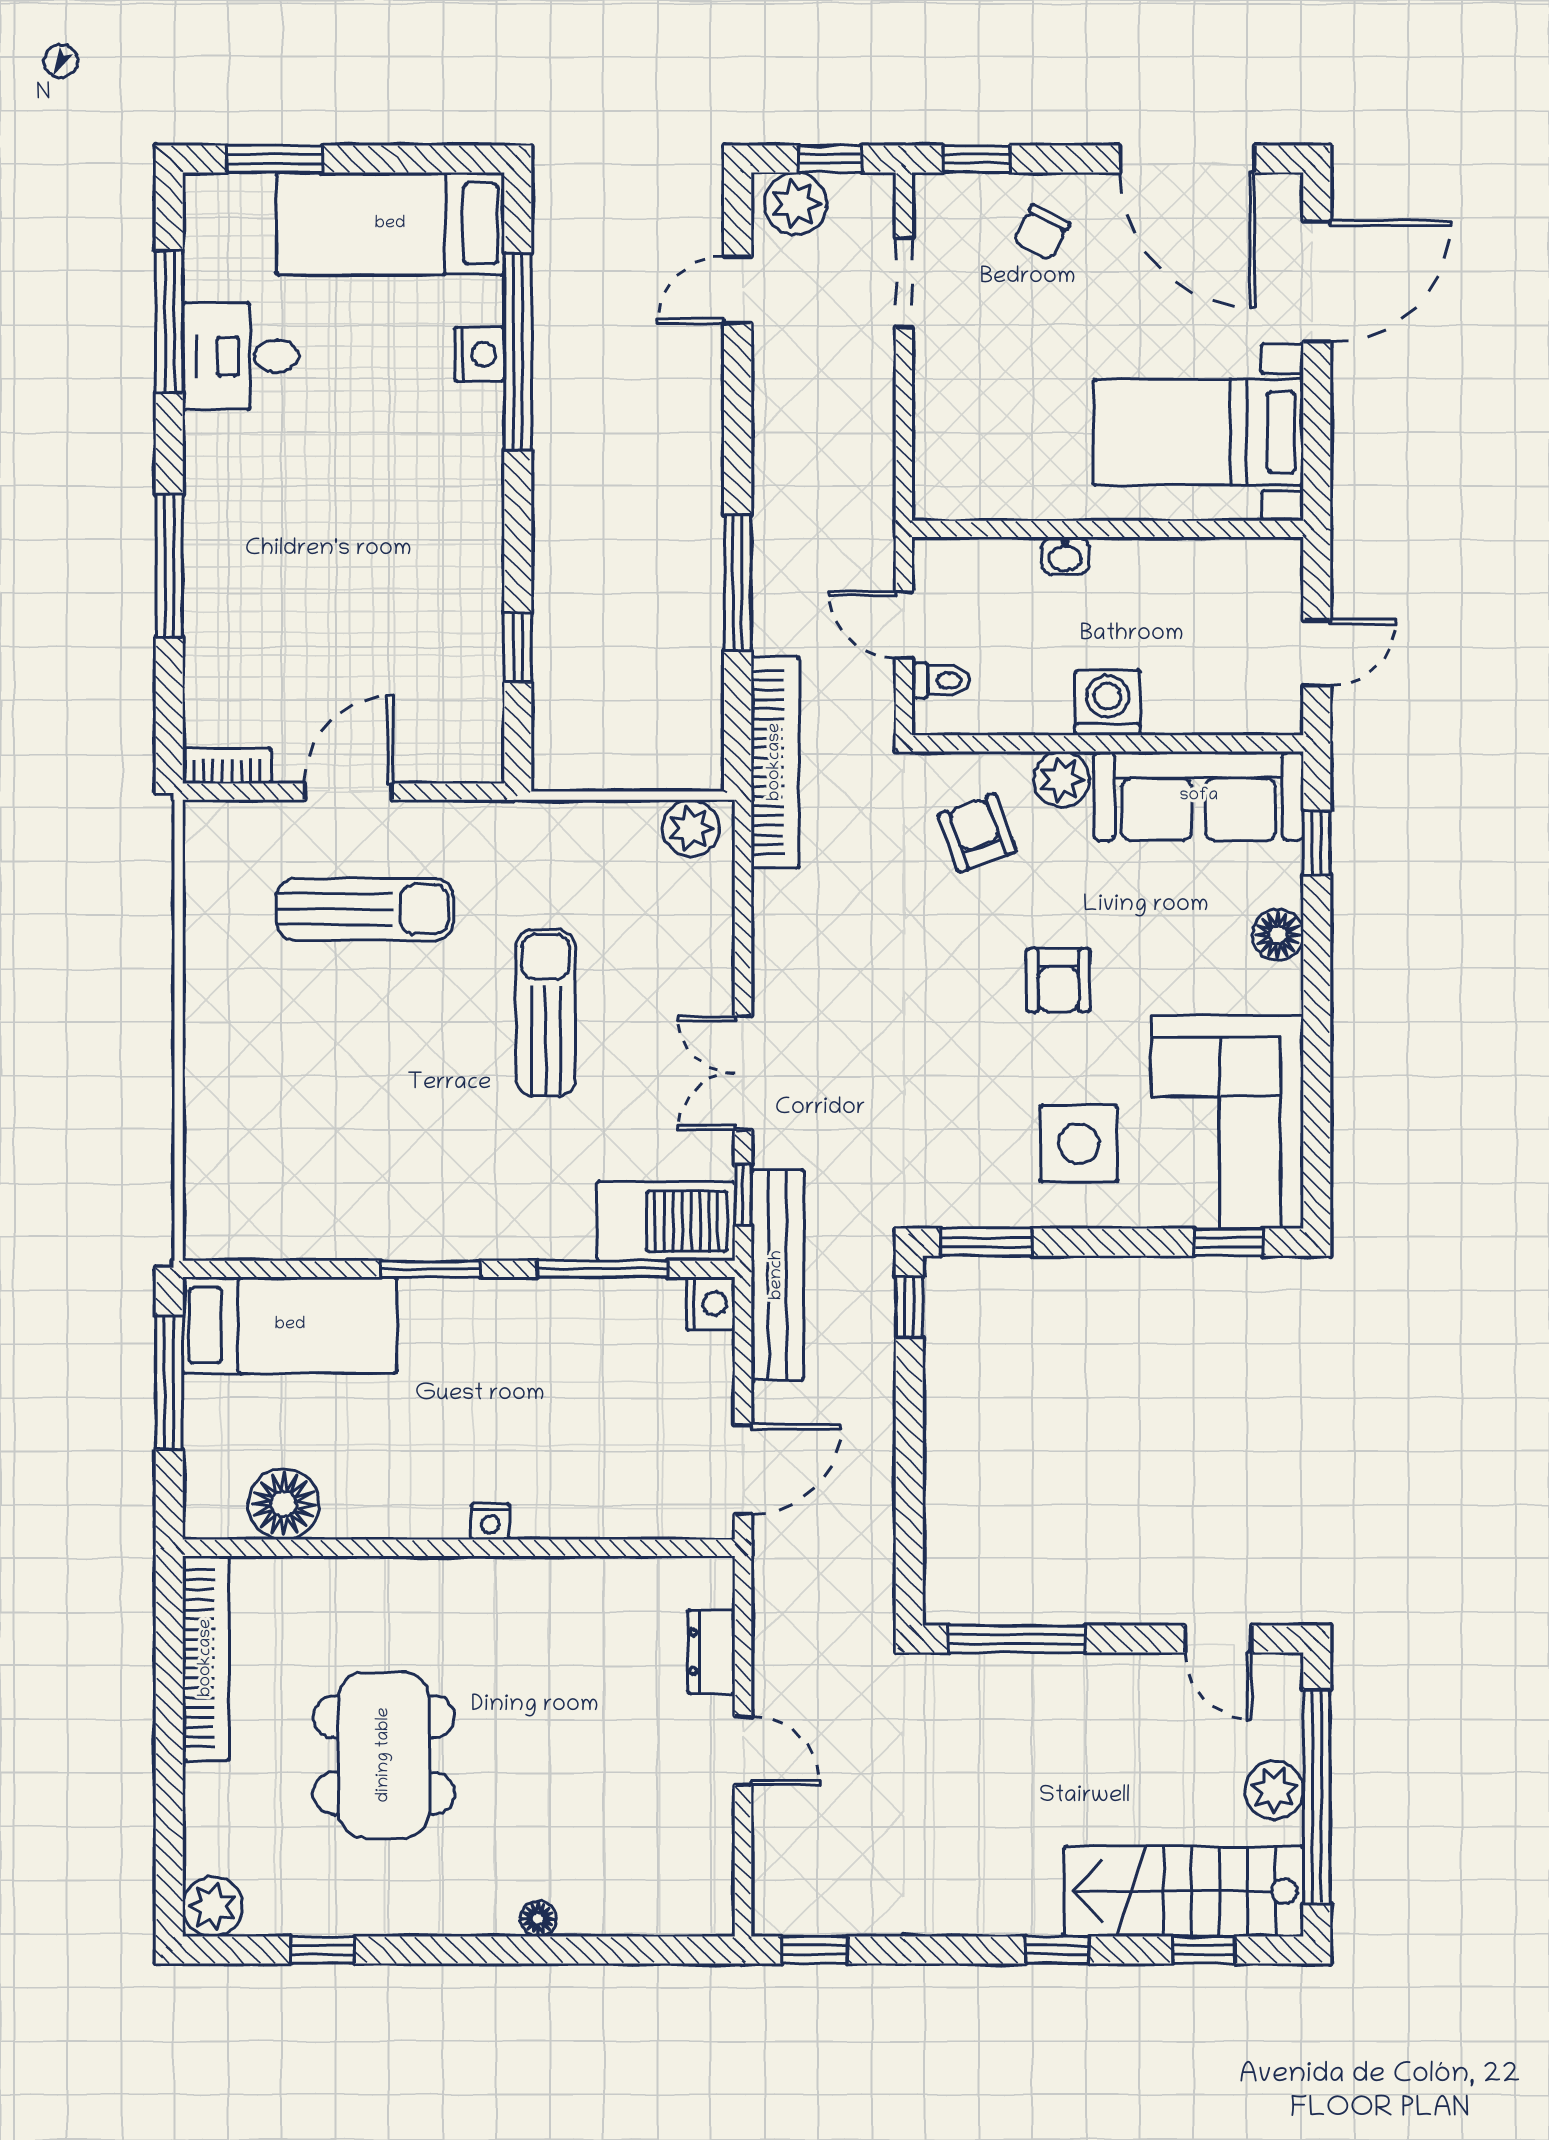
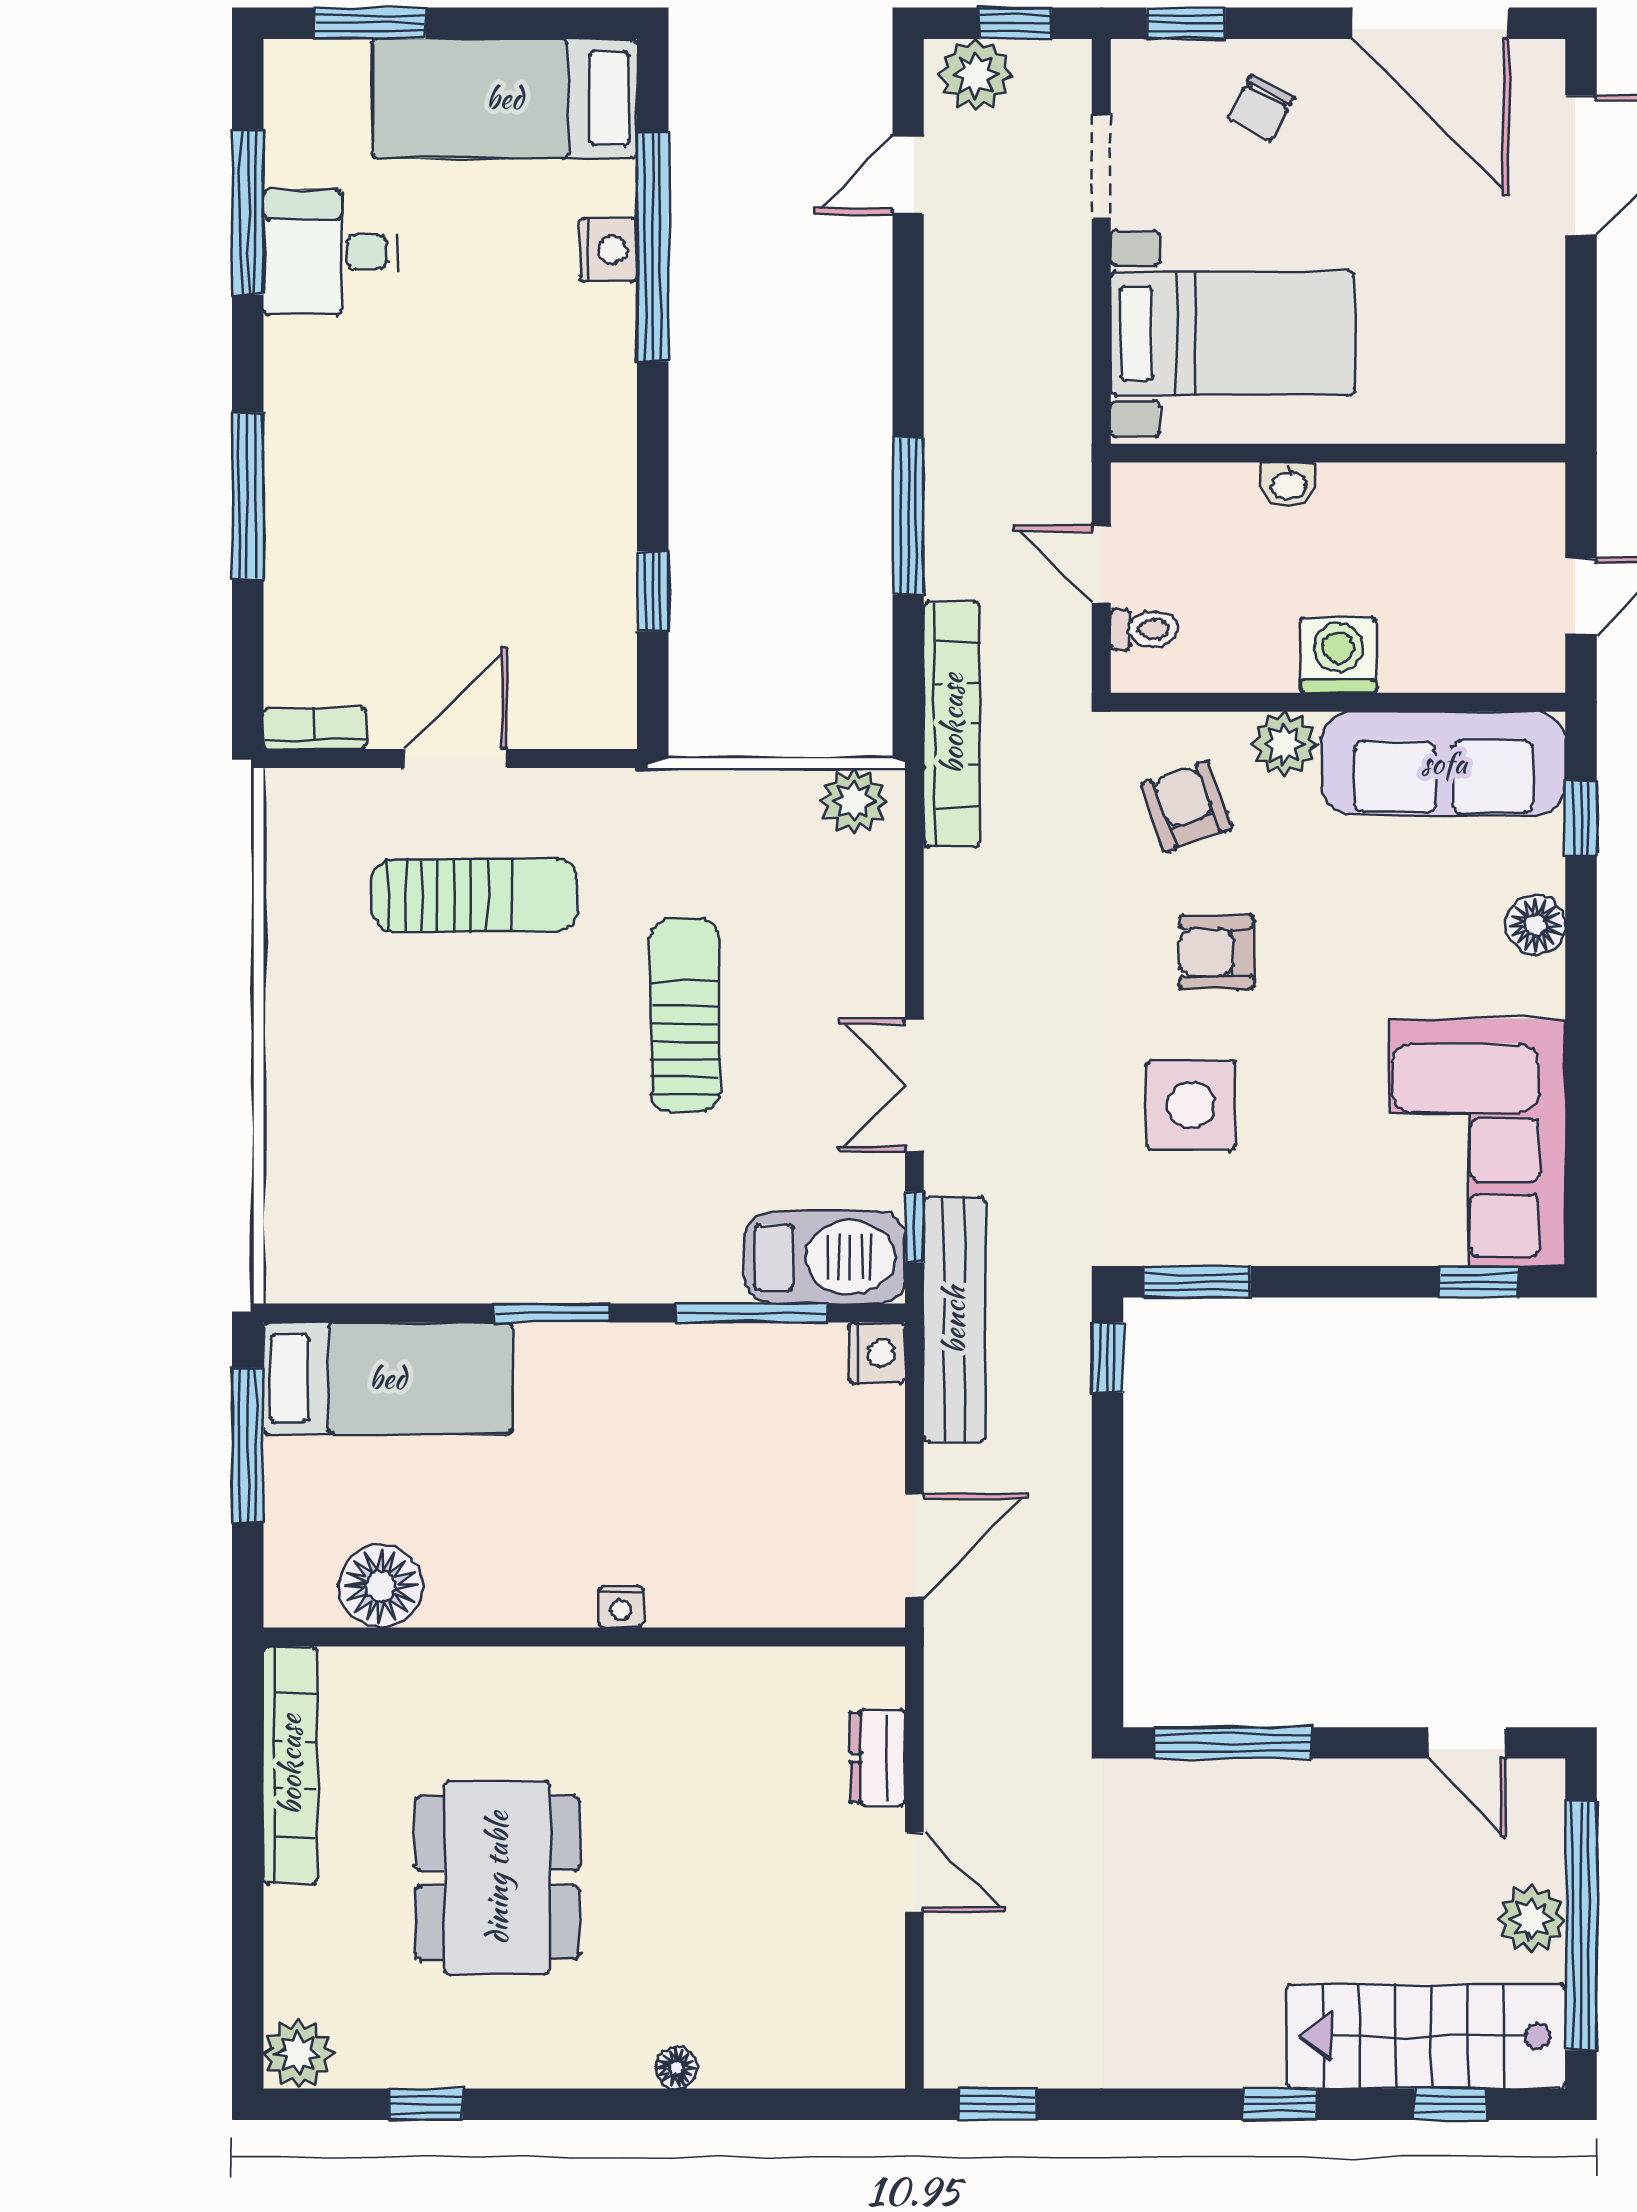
bed with nightstands: (1198, 432) -> (1233, 333), moved, turned 180
armchair: (1058, 980) -> (1217, 952), moved, turned 90
side table: (1079, 1143) -> (1191, 1105), moved

